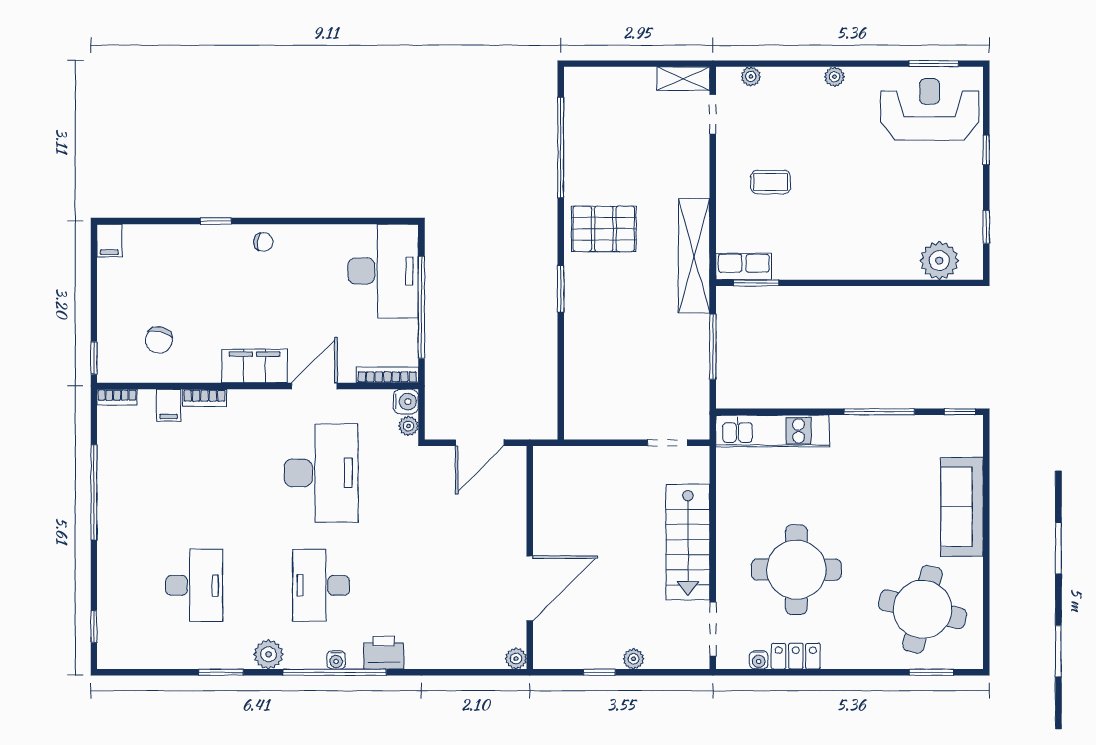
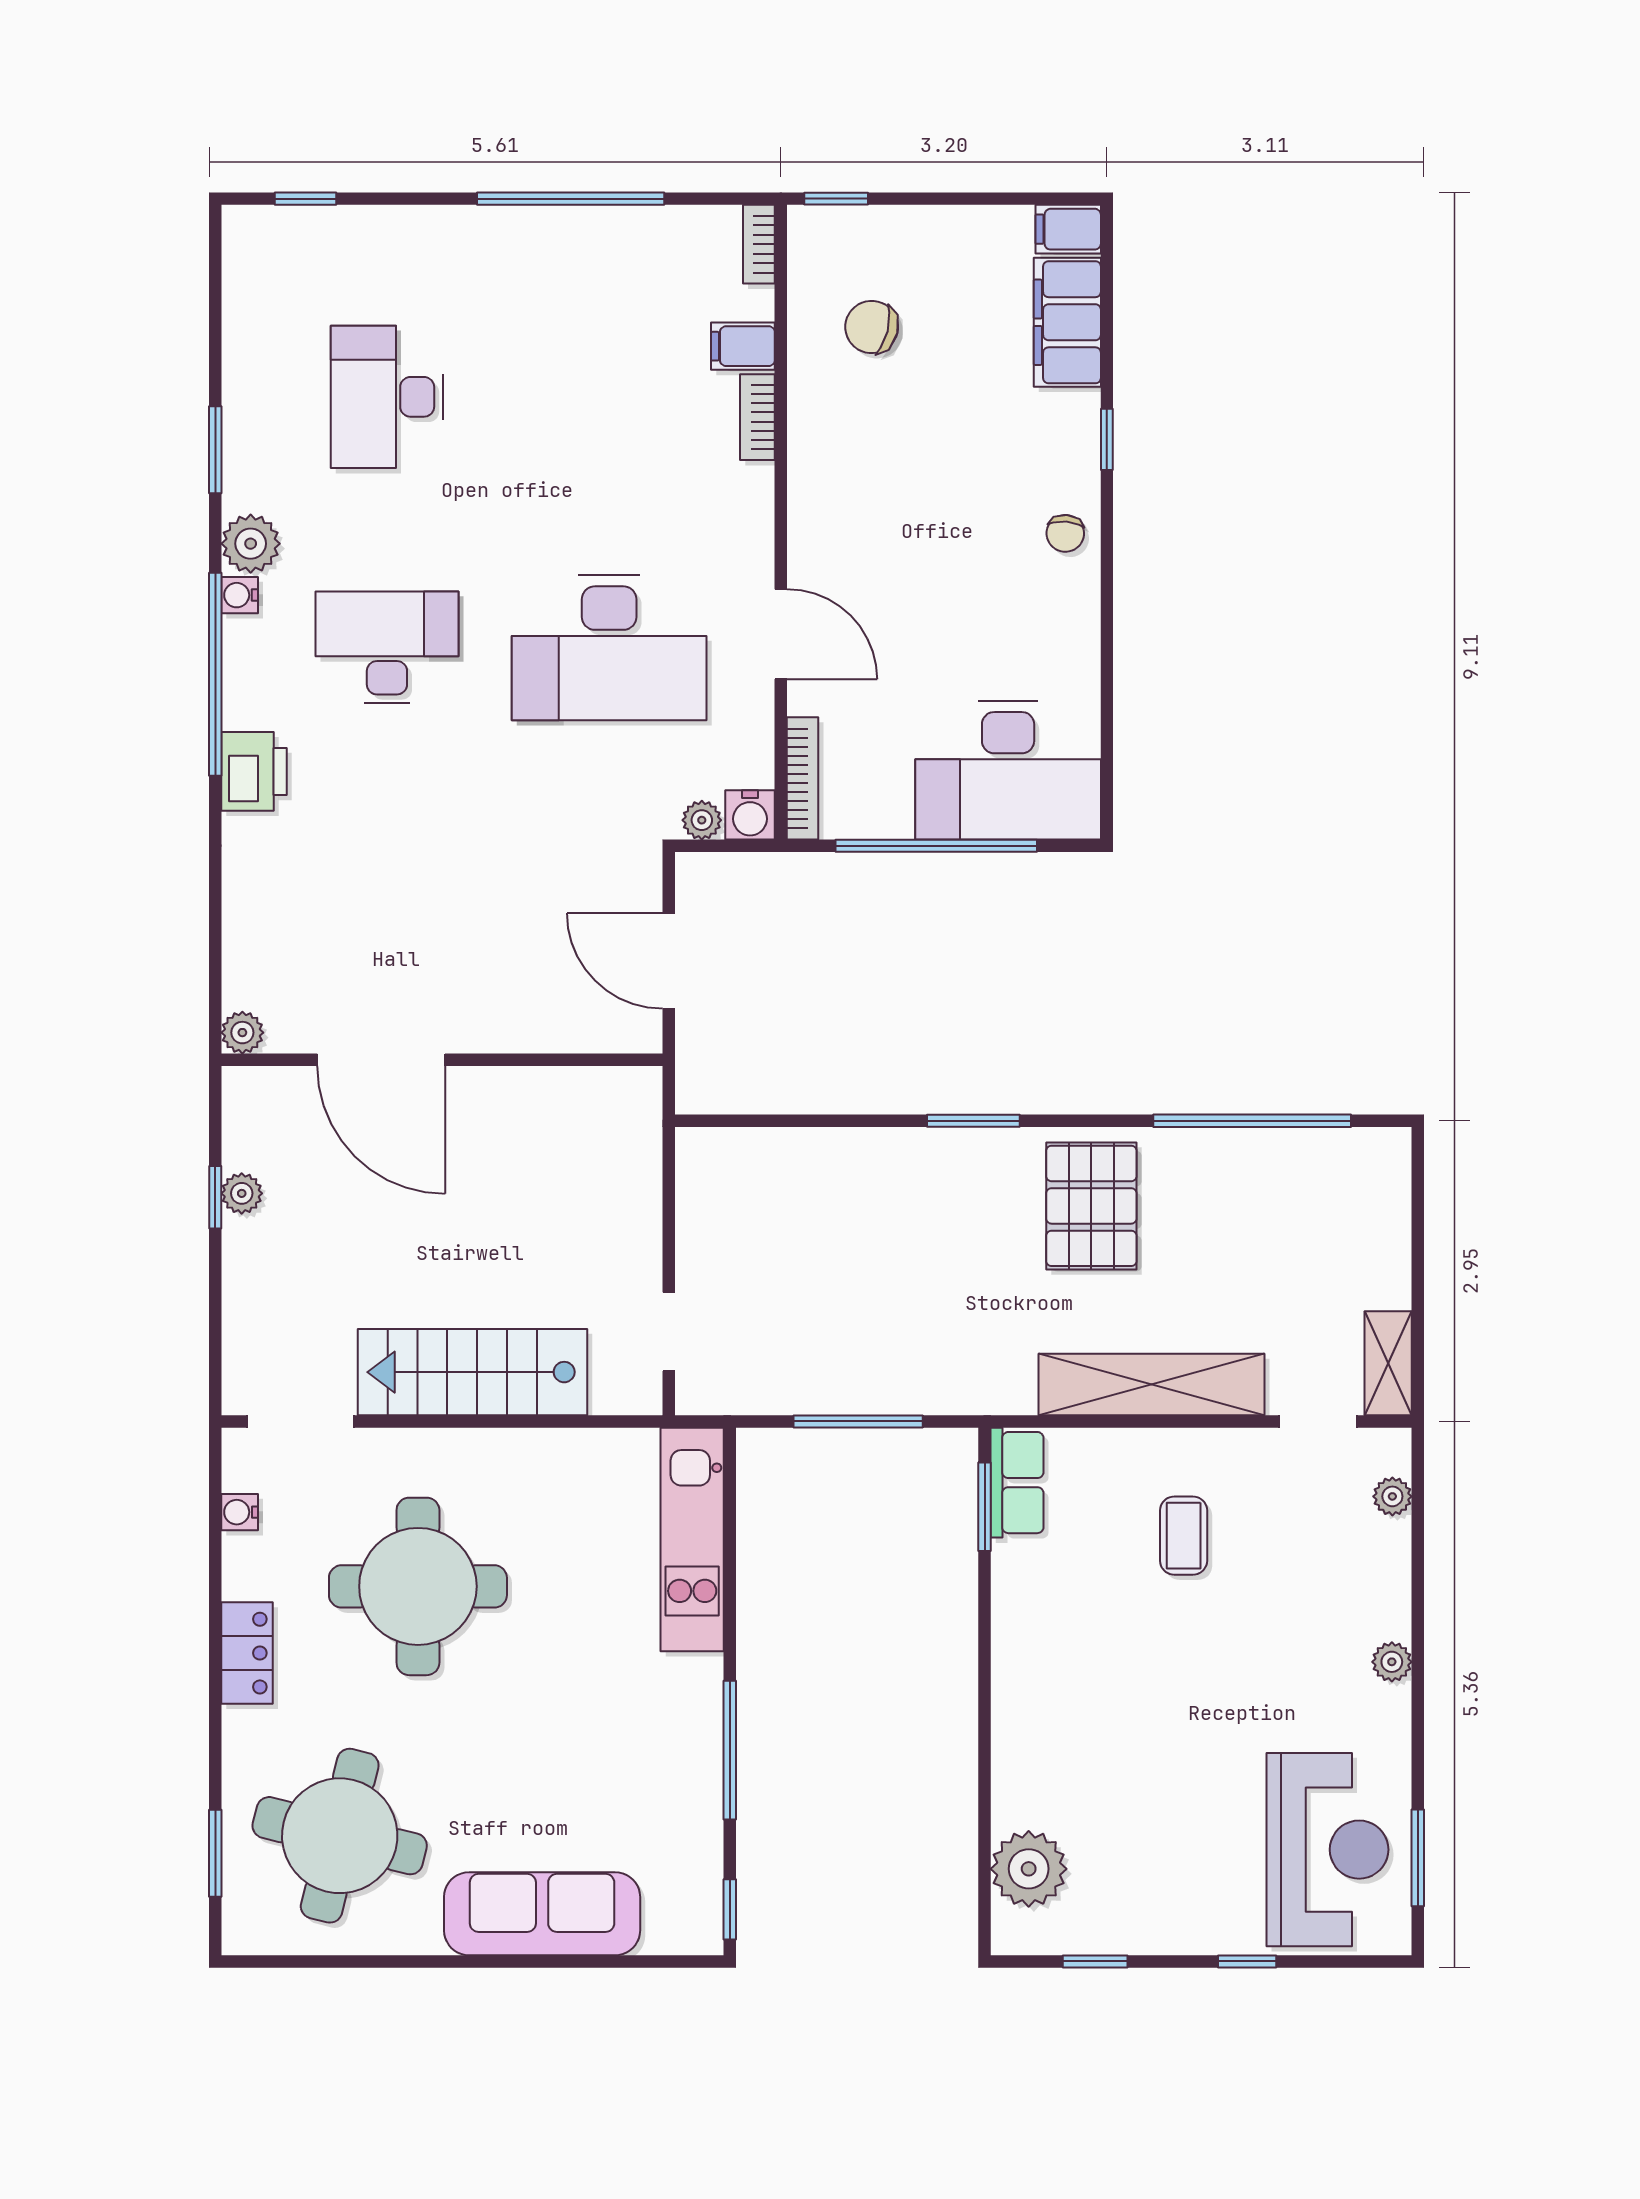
shelving: (694, 256) -> (1151, 1384), moved
filing cabinet: (255, 366) -> (1067, 322), moved, turned 180
desk: (194, 585) -> (387, 397), turned 90
locker: (796, 656) -> (247, 1653), moved
plant: (634, 659) -> (242, 1193), moved
water cooler: (336, 660) -> (240, 595), moved

